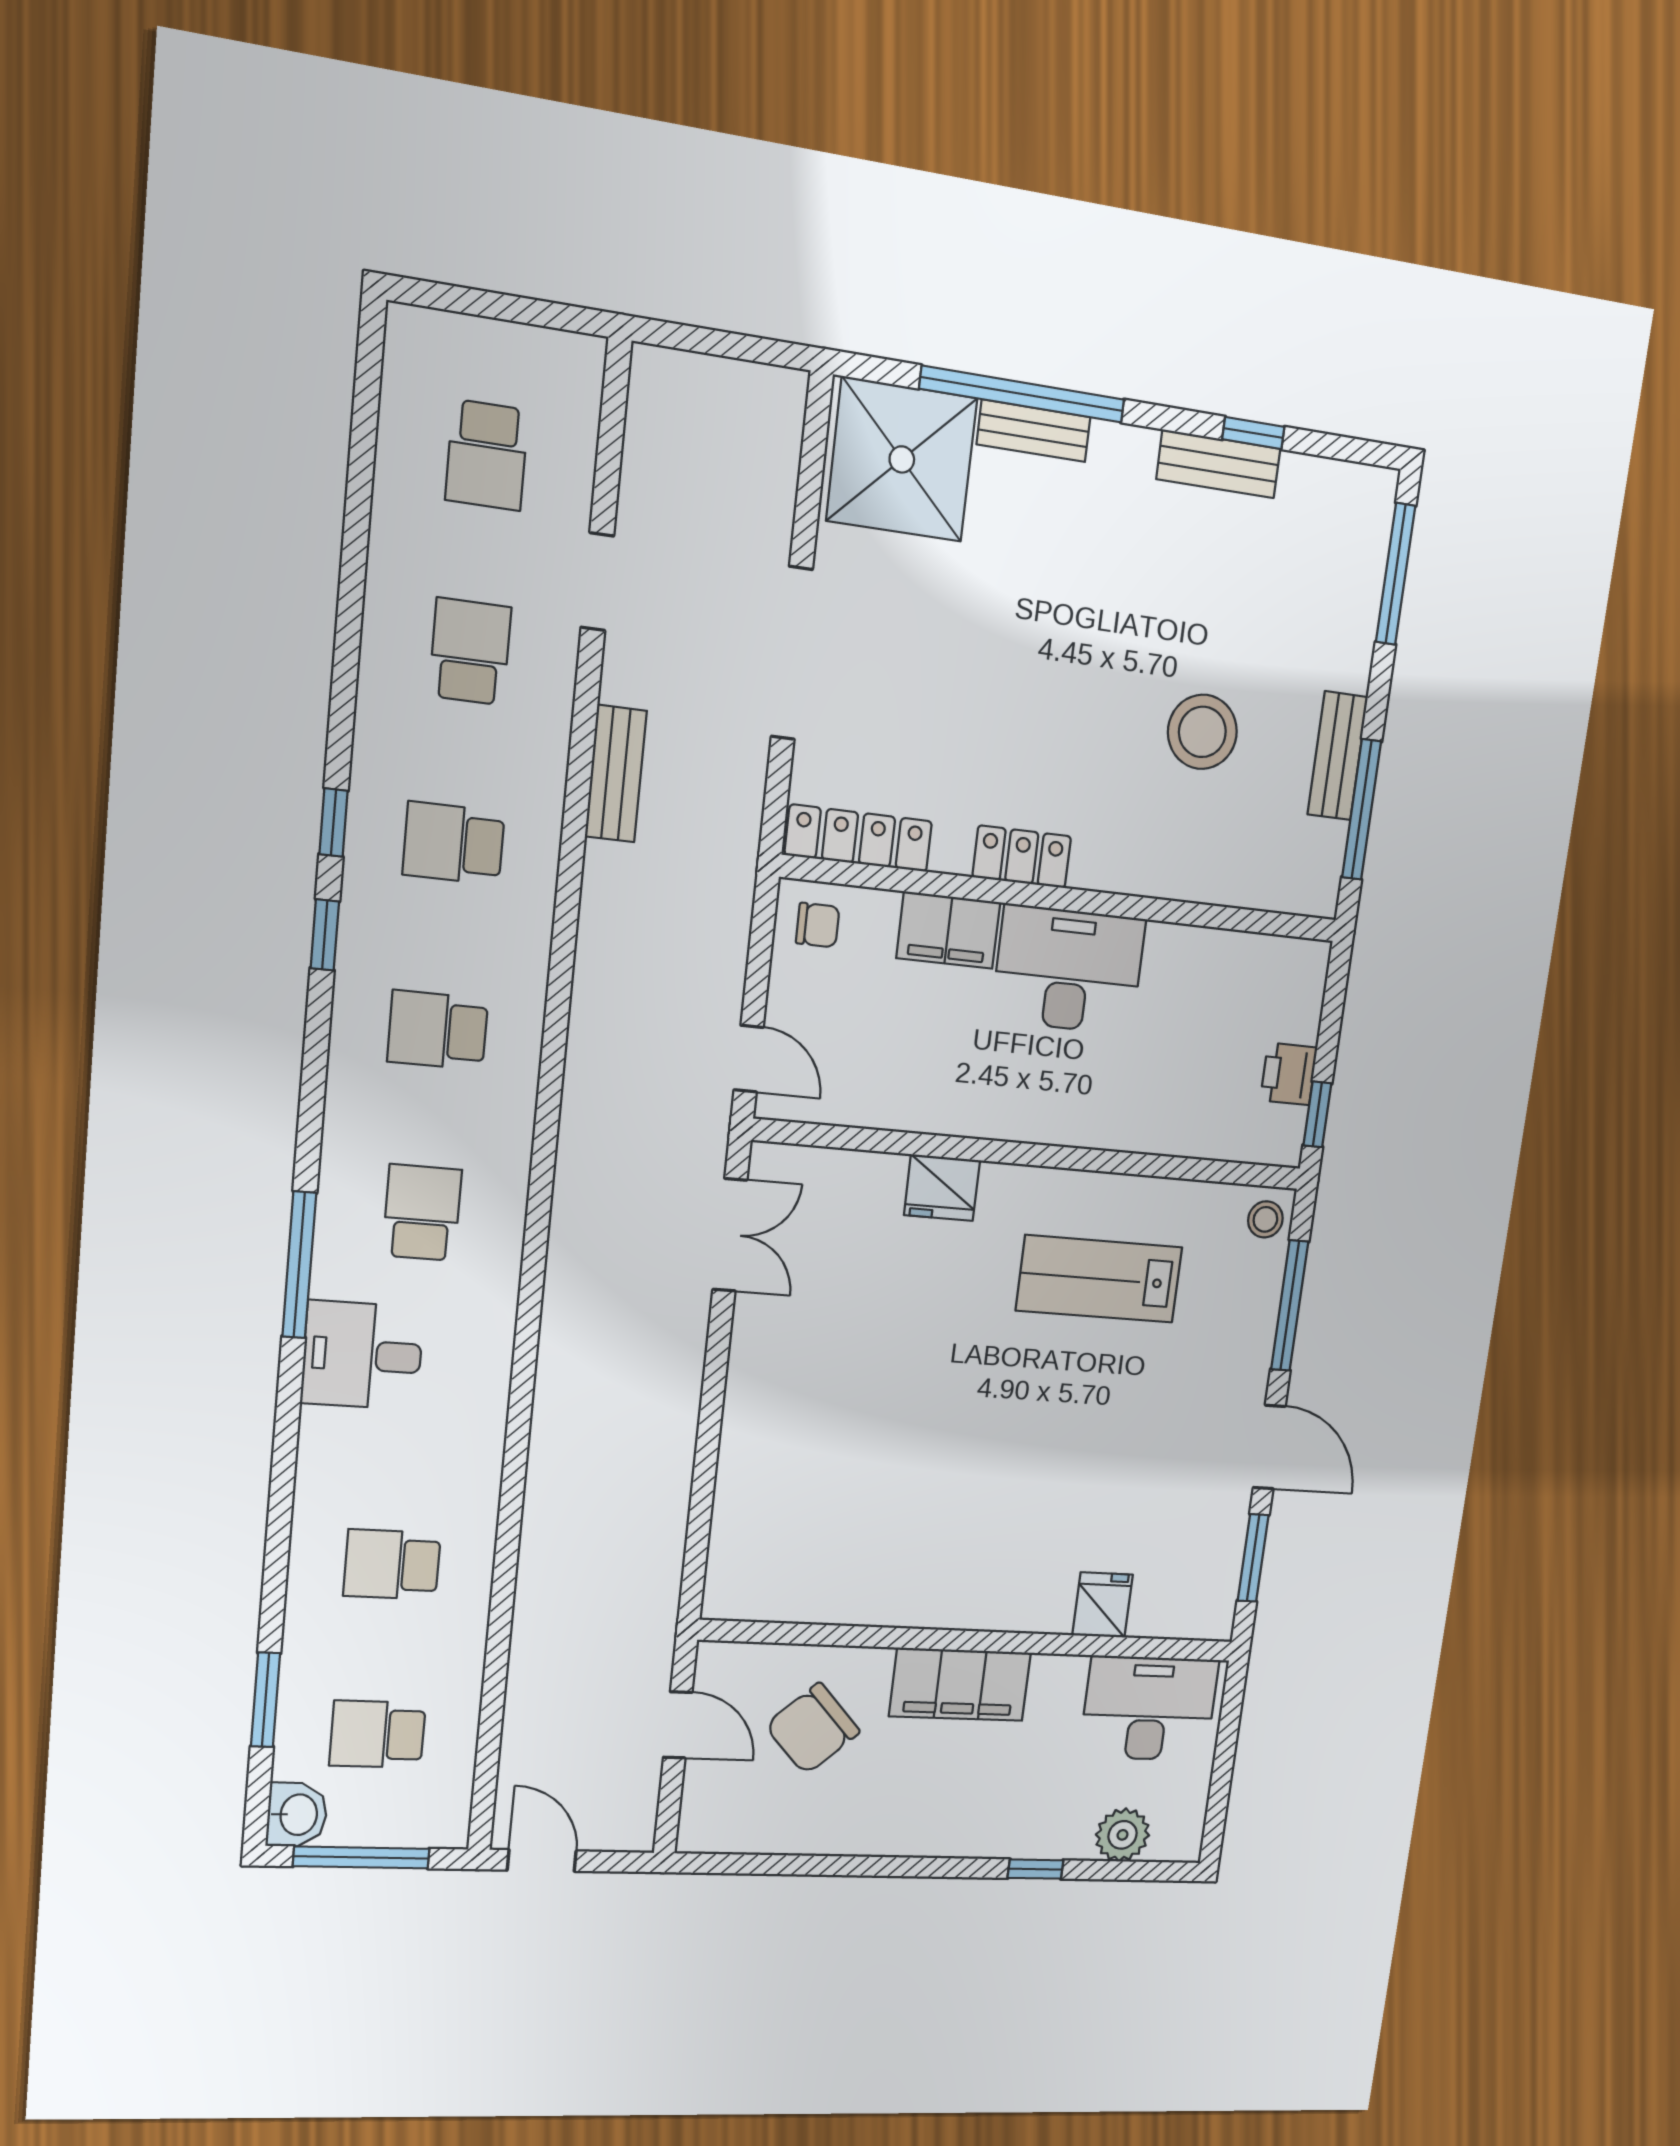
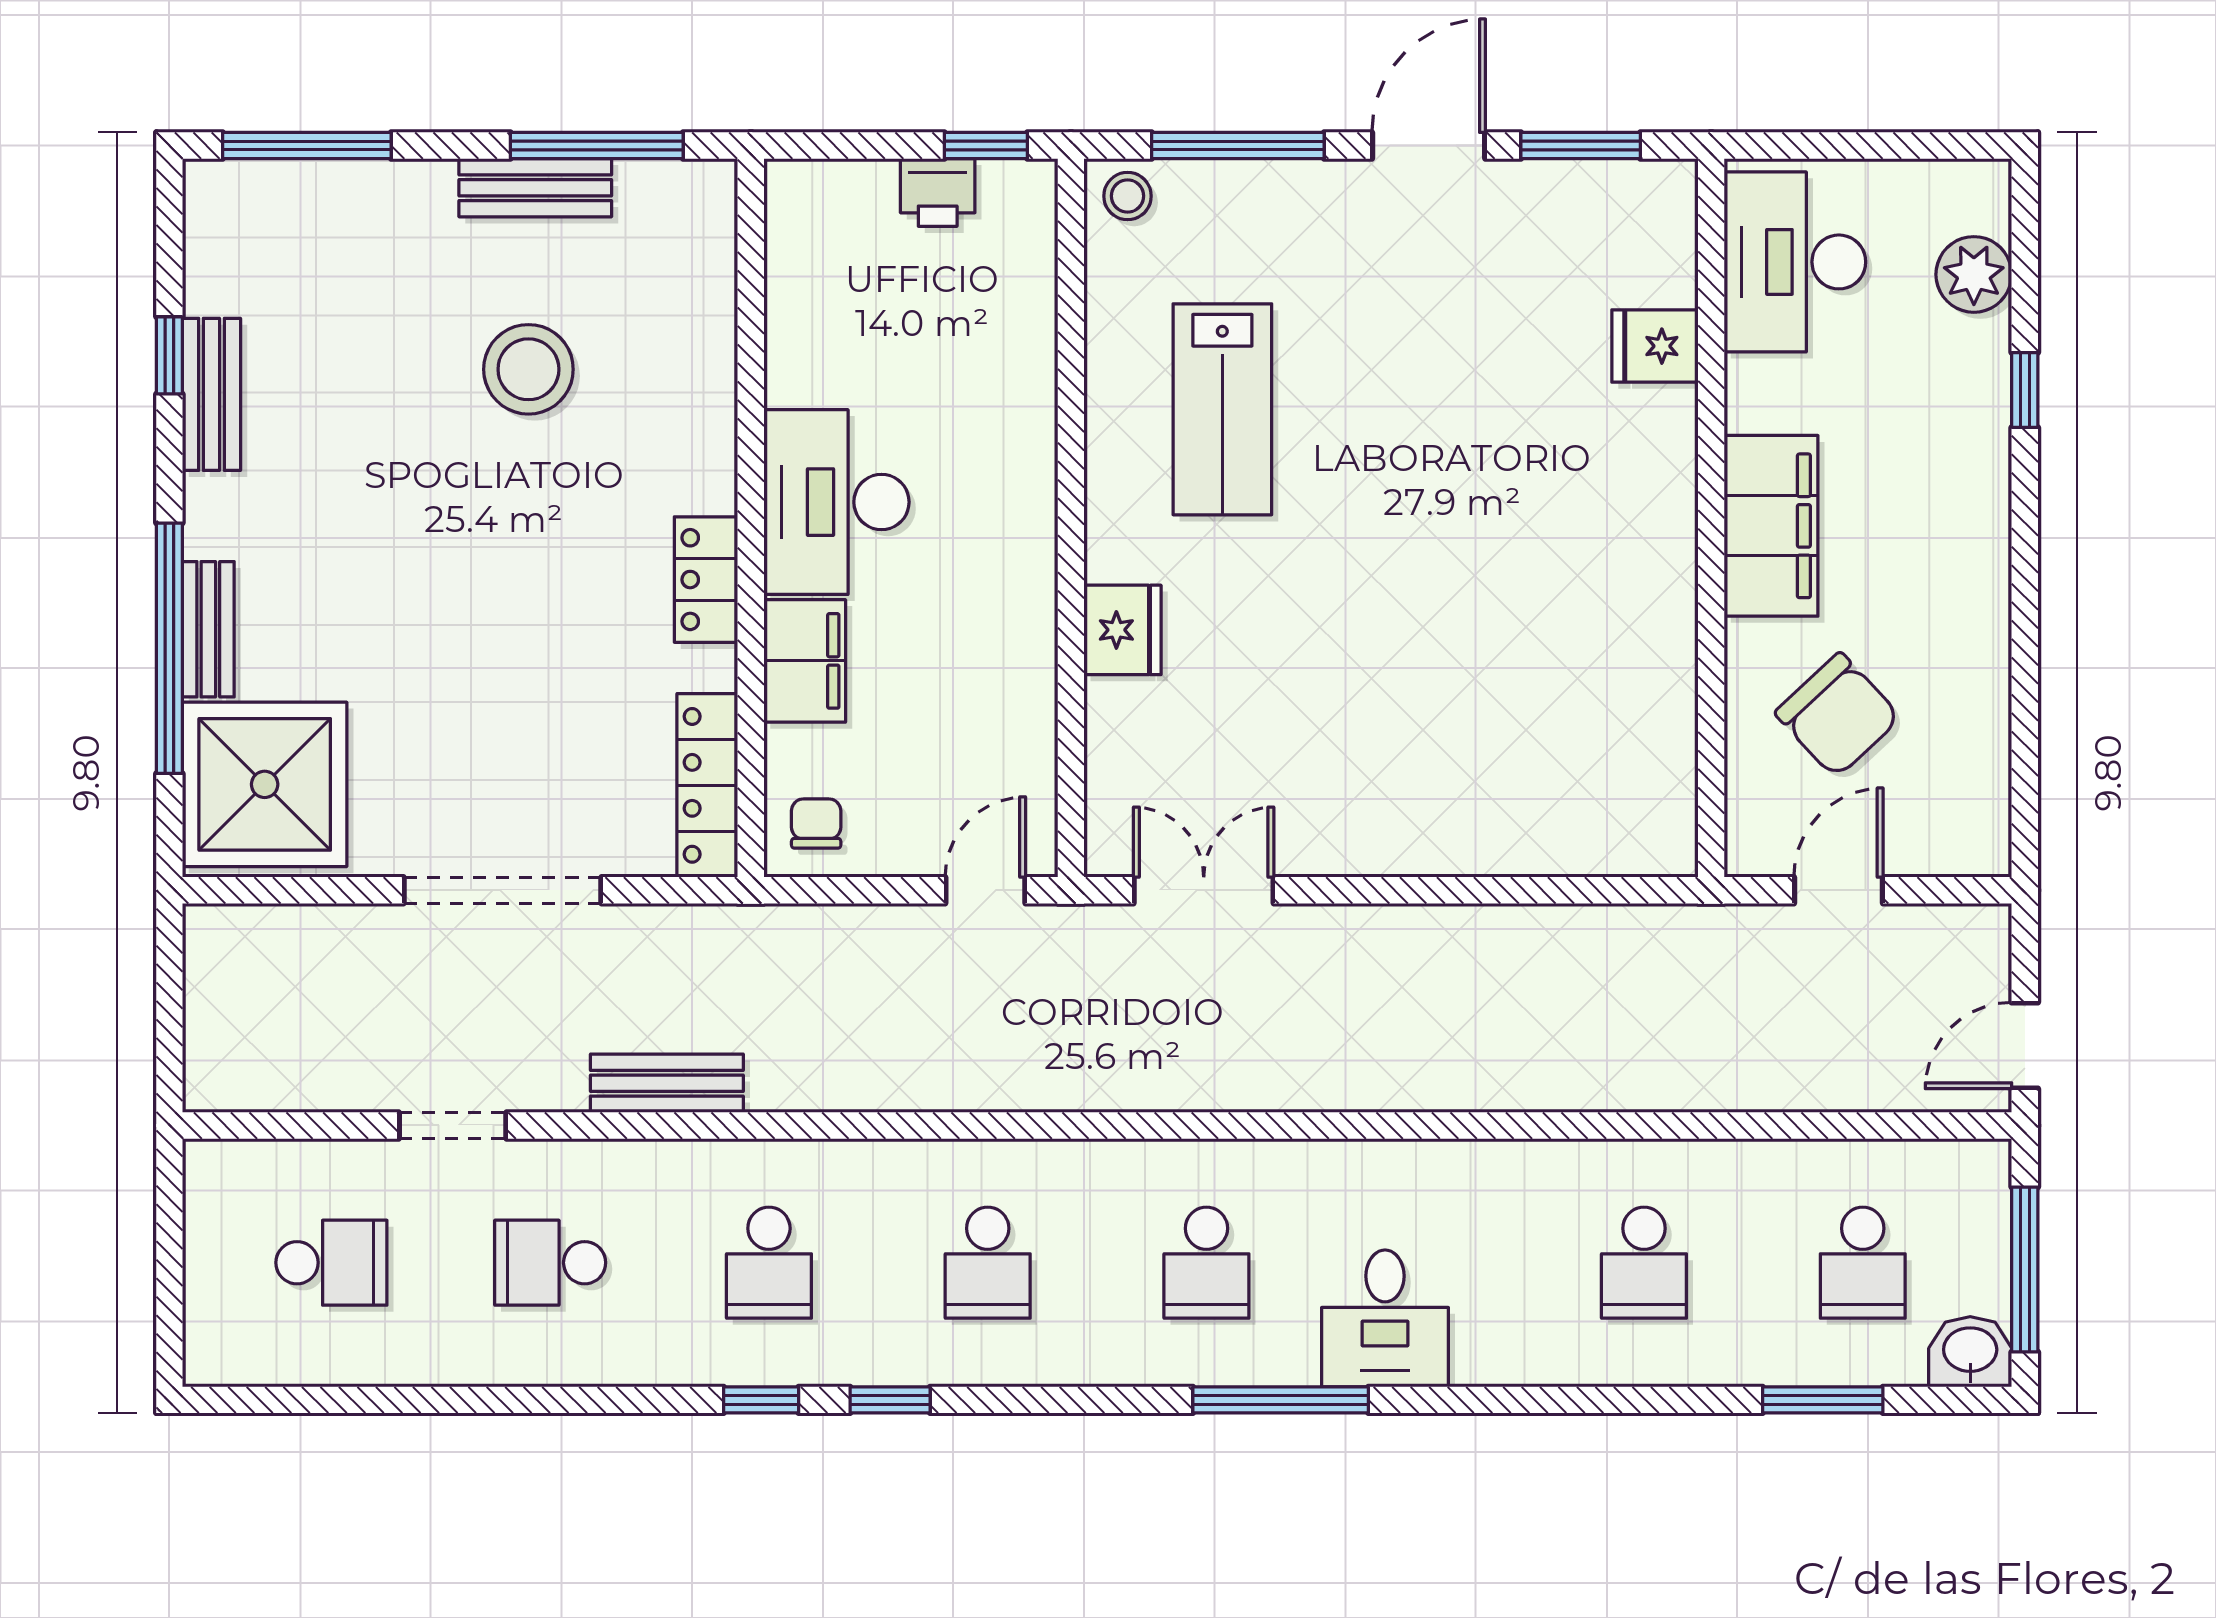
school desk: (422, 1213) -> (1206, 1263), turned -90

